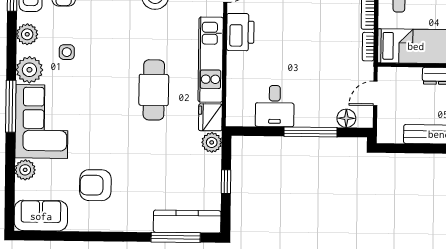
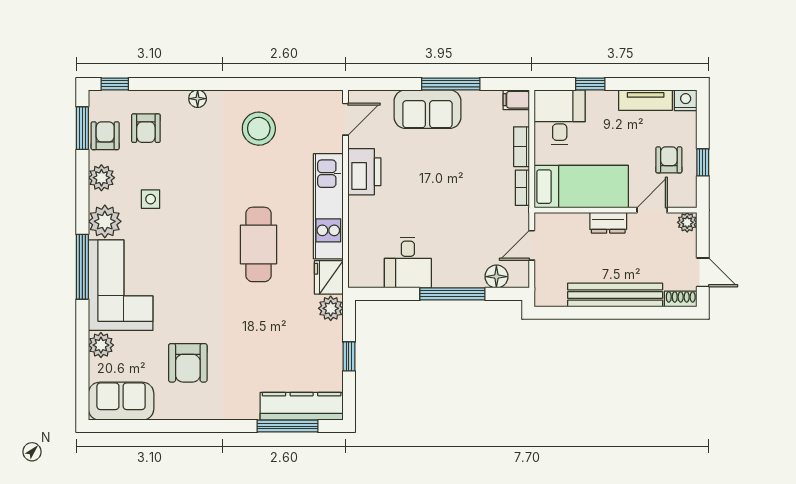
armchair: (95, 185) -> (188, 363), turned -90

